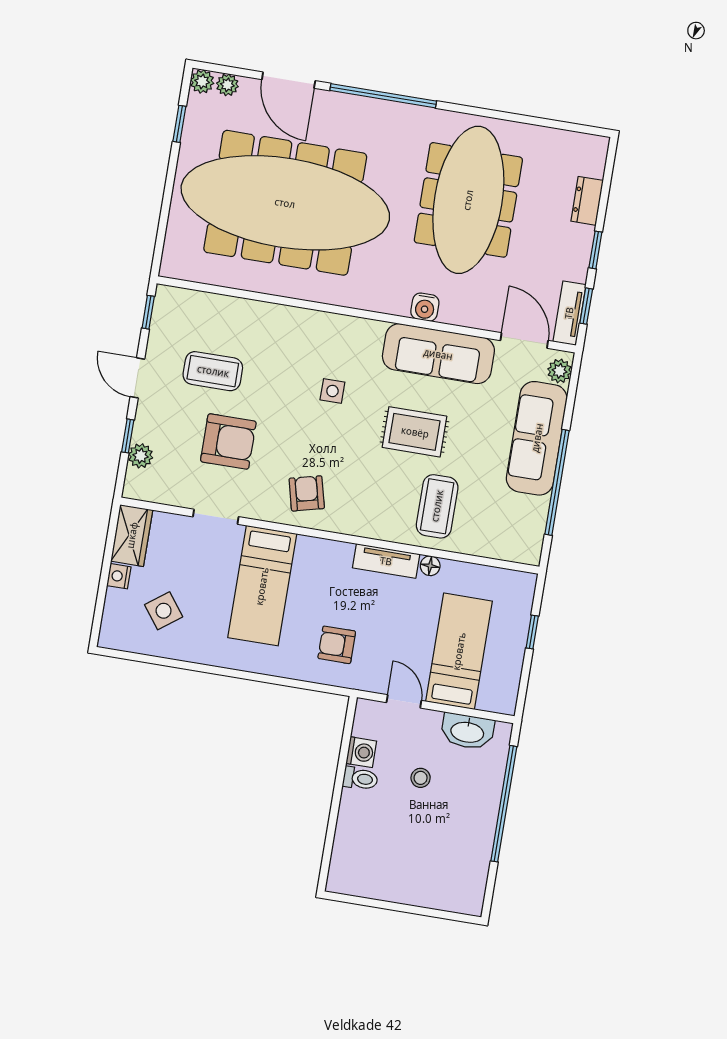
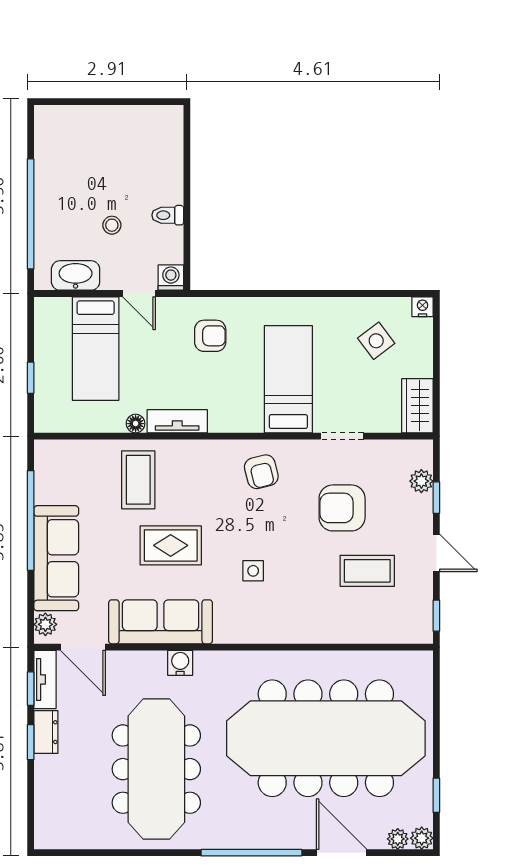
dresser: (587, 201) -> (46, 732), moved
nightstand: (119, 576) -> (422, 307), moved, turned -90
washing machine: (361, 752) -> (171, 278), moved, turned 90

